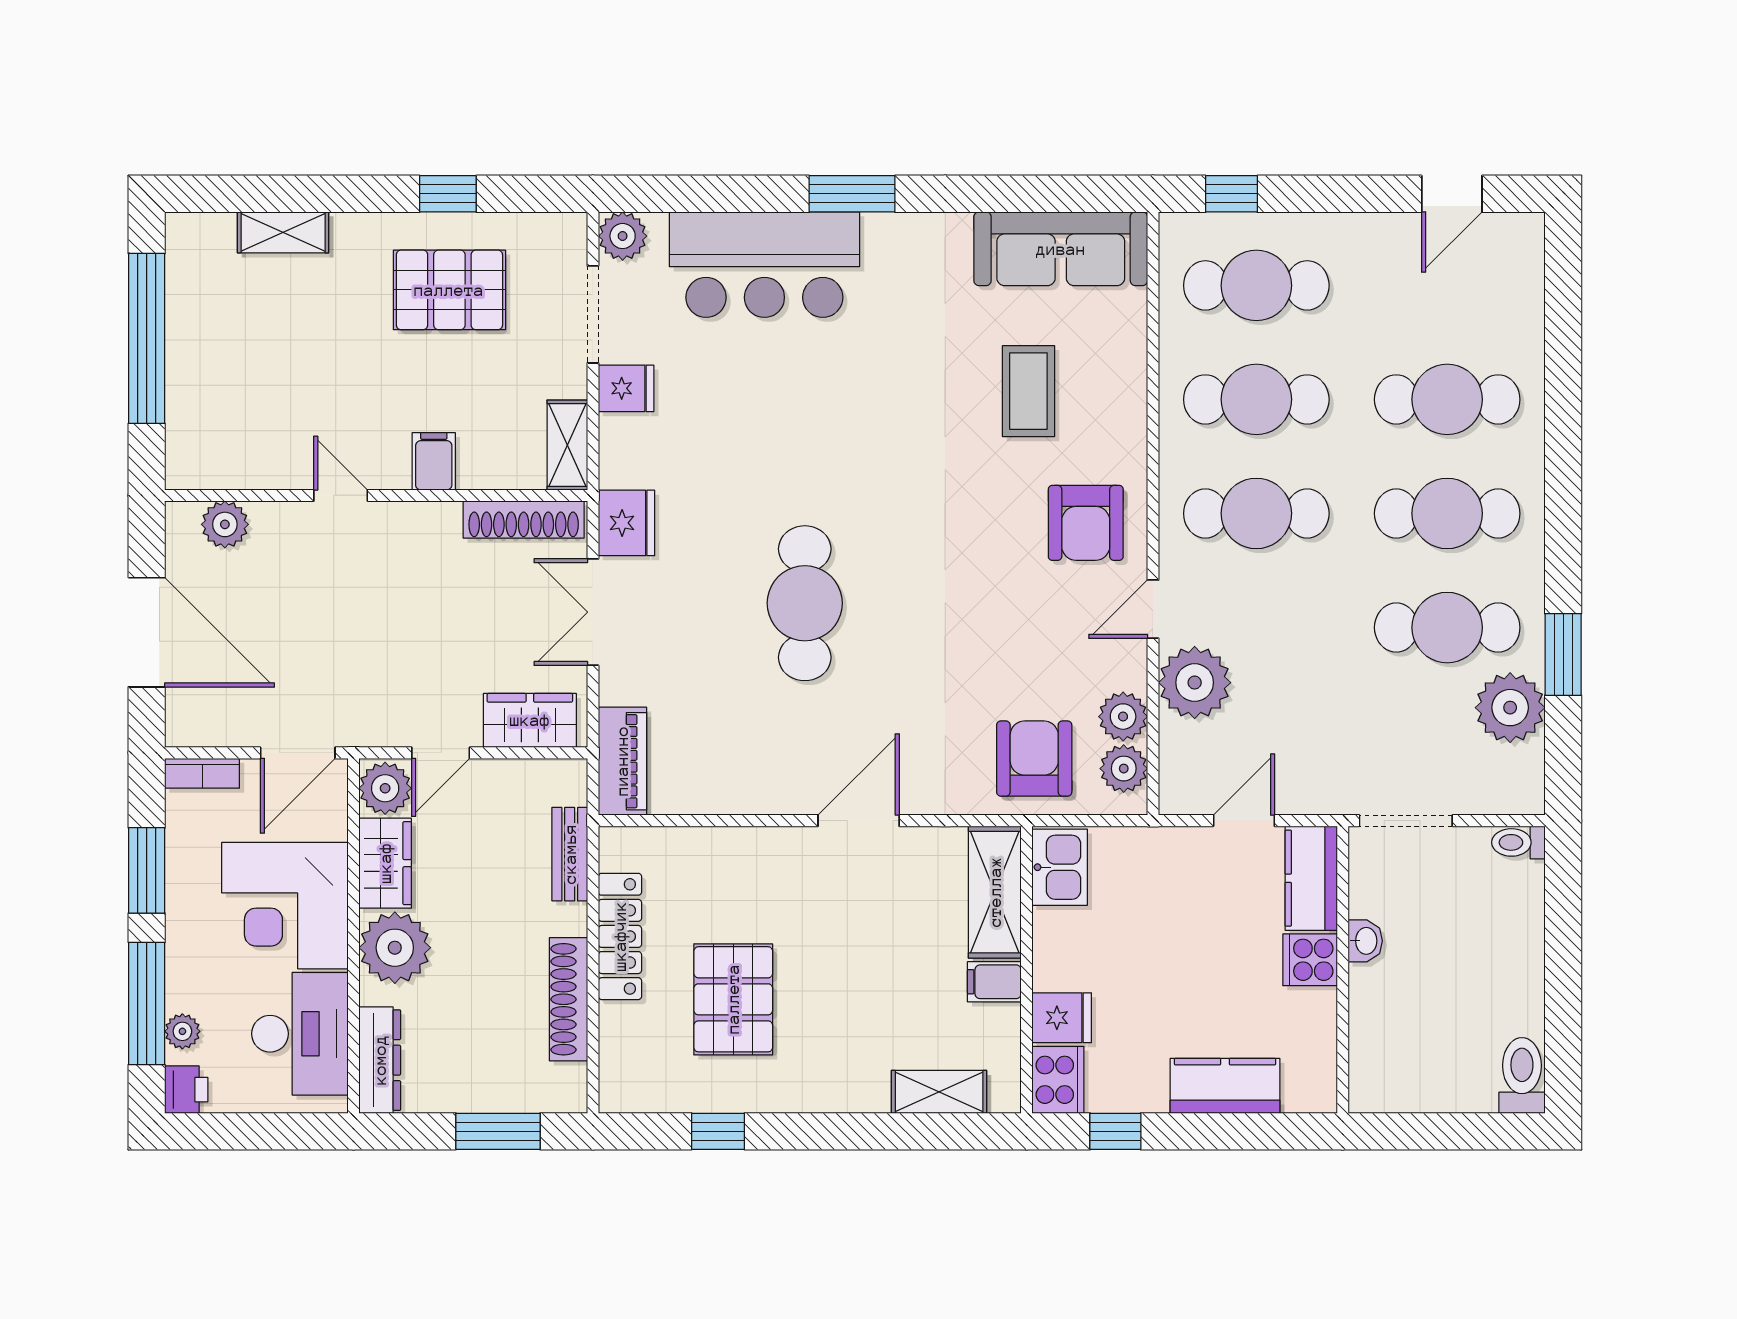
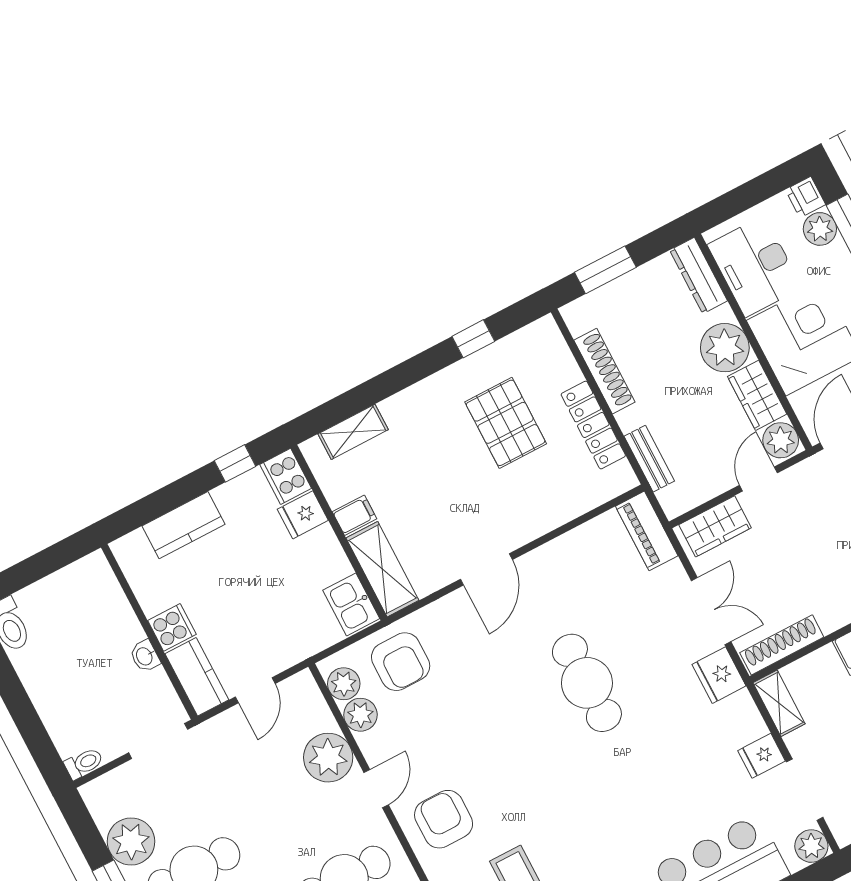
plant: (182, 1031) -> (820, 229), width x1.38, depth x1.38

